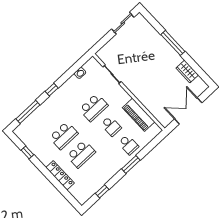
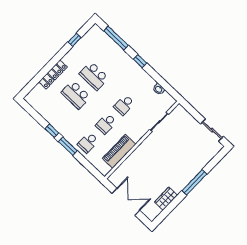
school desk: (94, 107) -> (124, 105), width x0.54
window: (102, 191) -> (52, 131), moved

